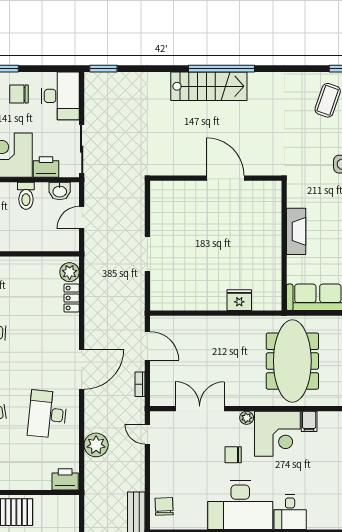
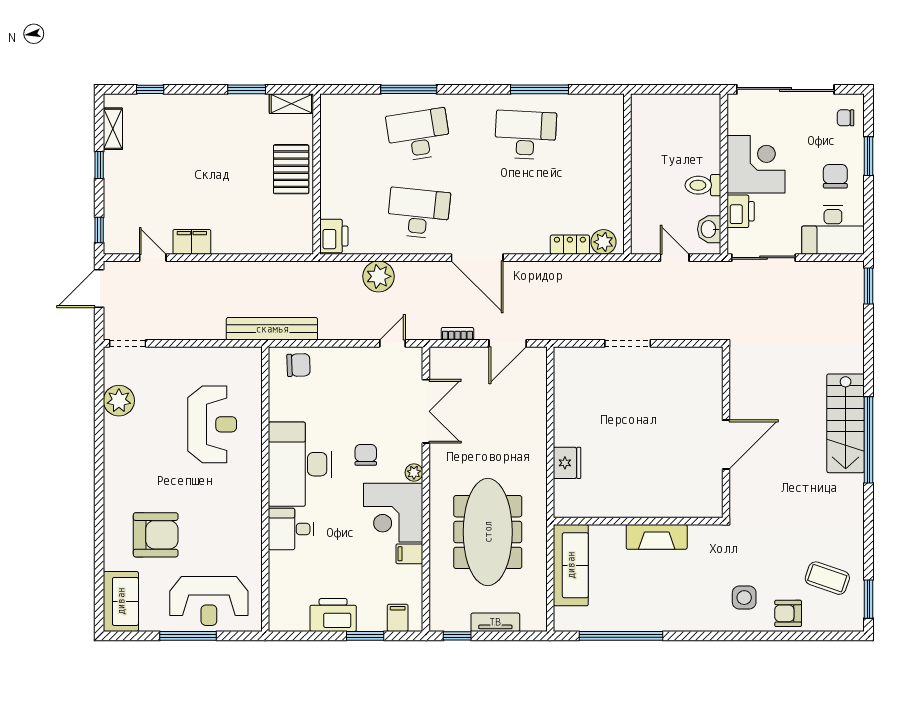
meeting table: (292, 361) -> (488, 532), turned 90

